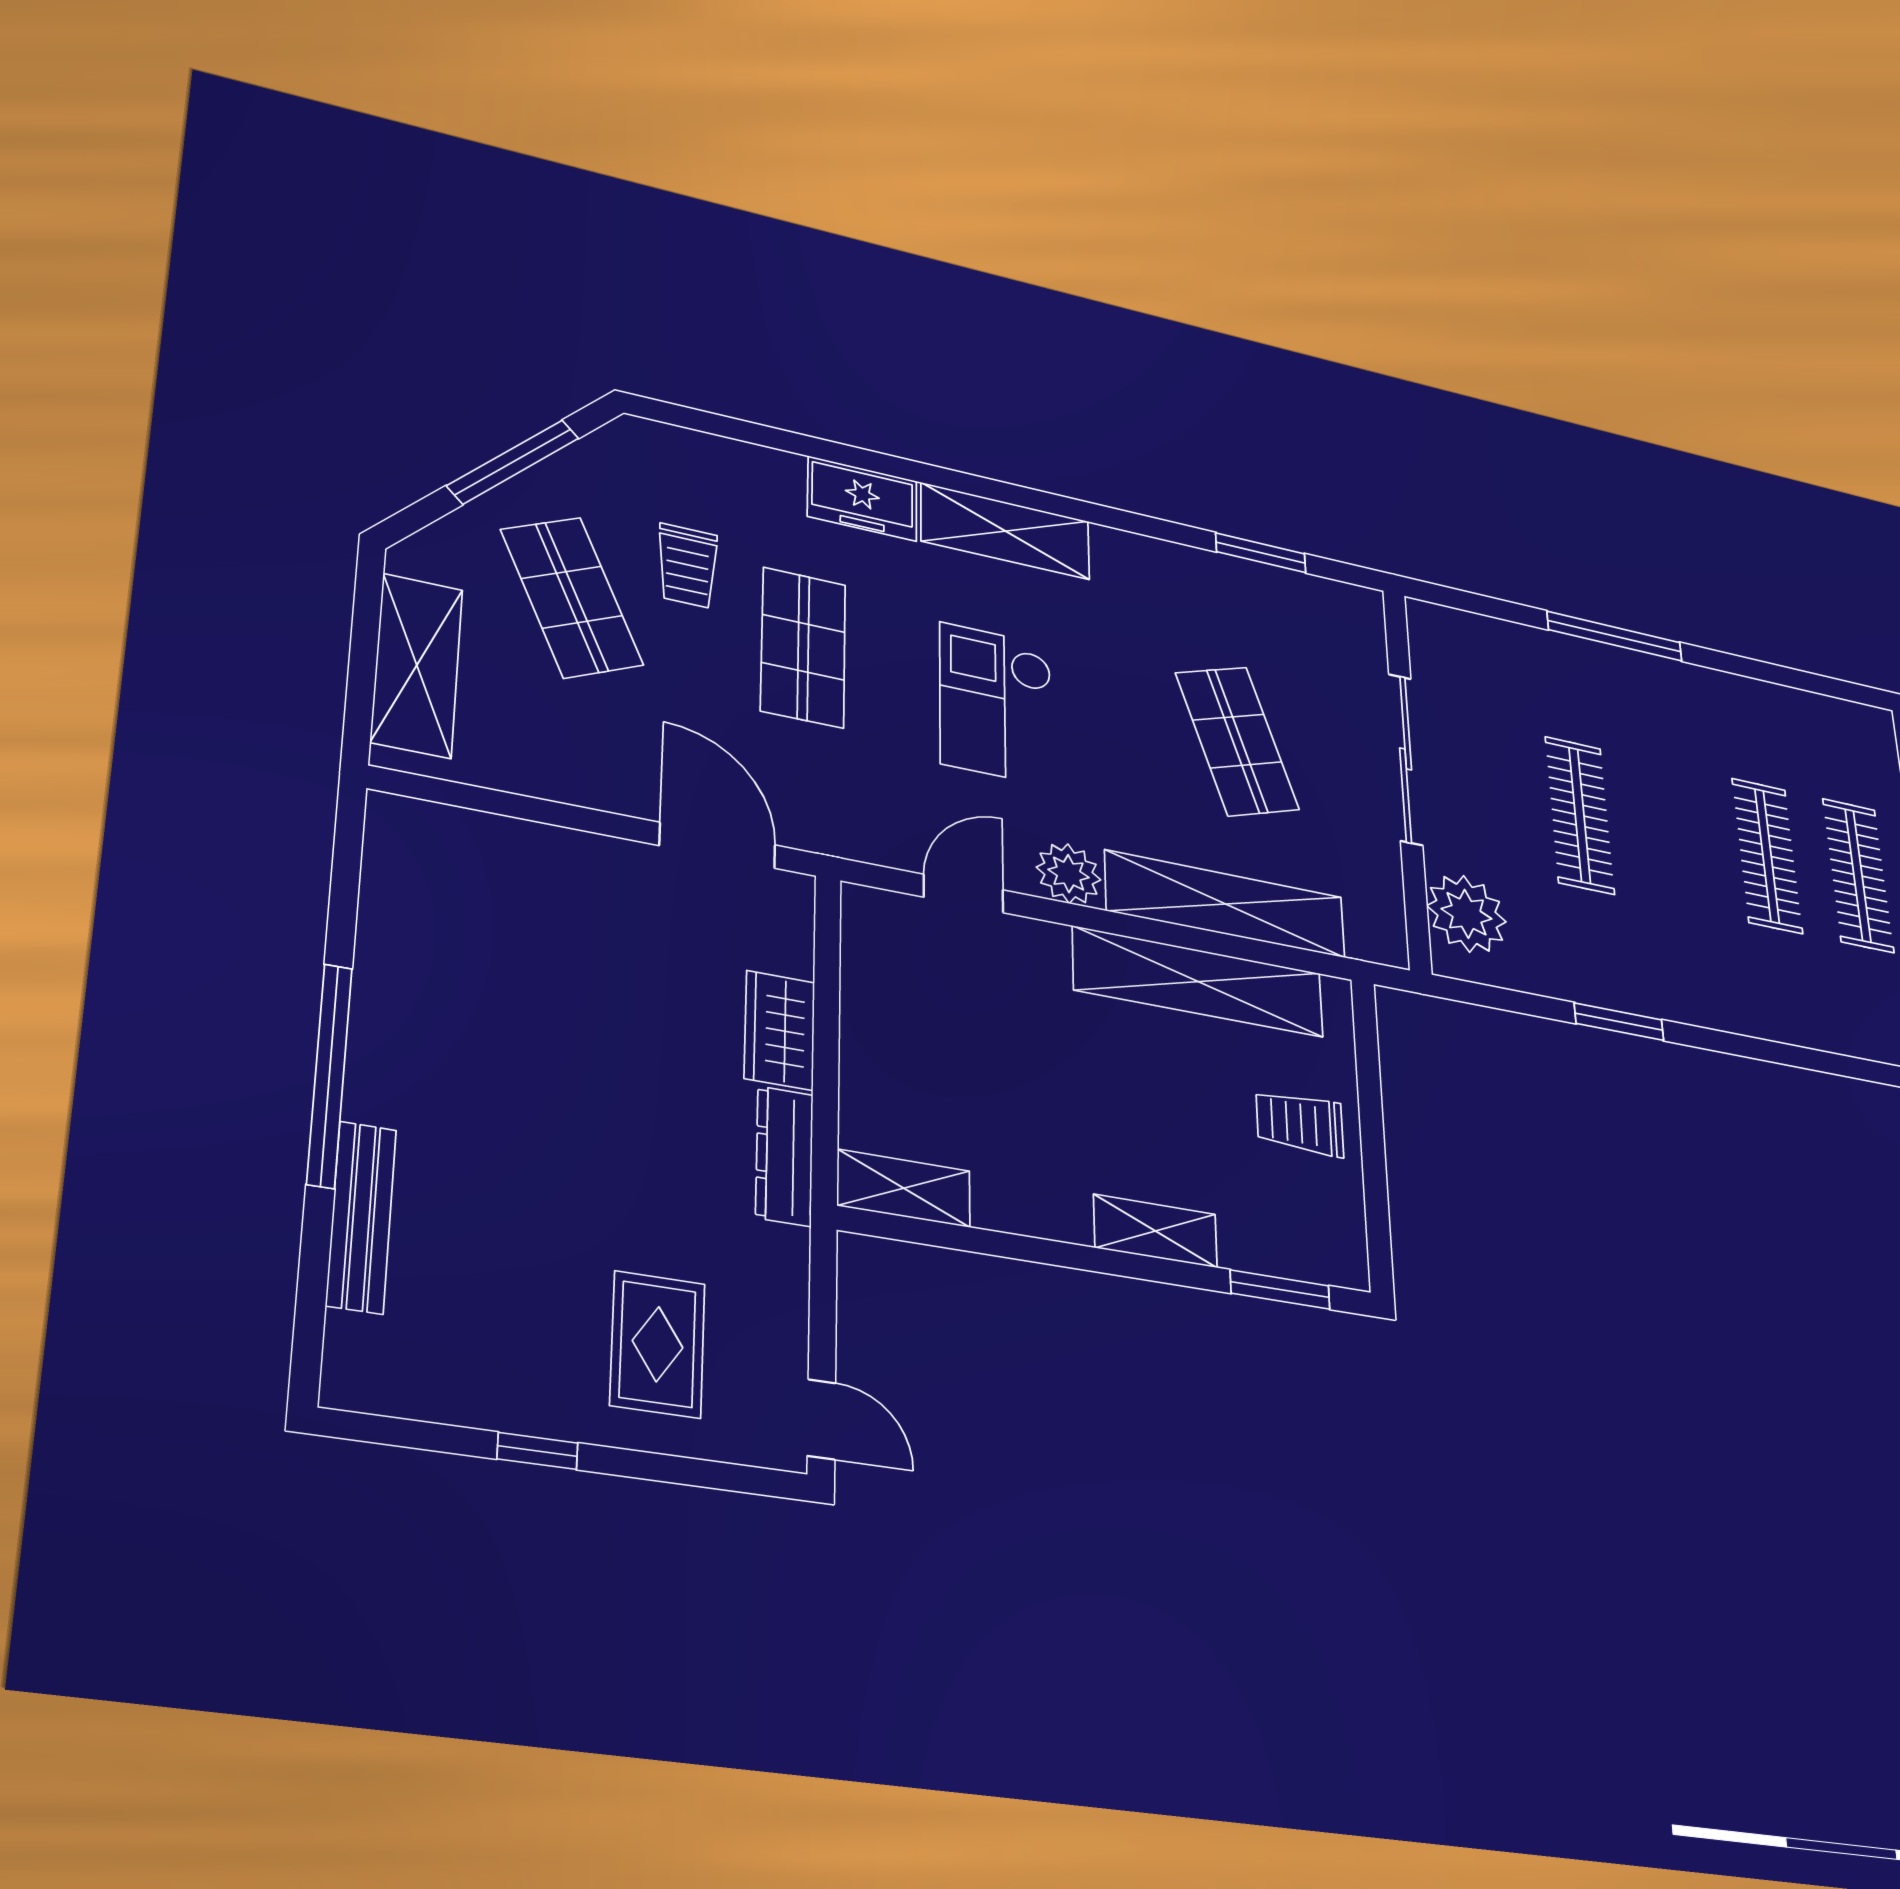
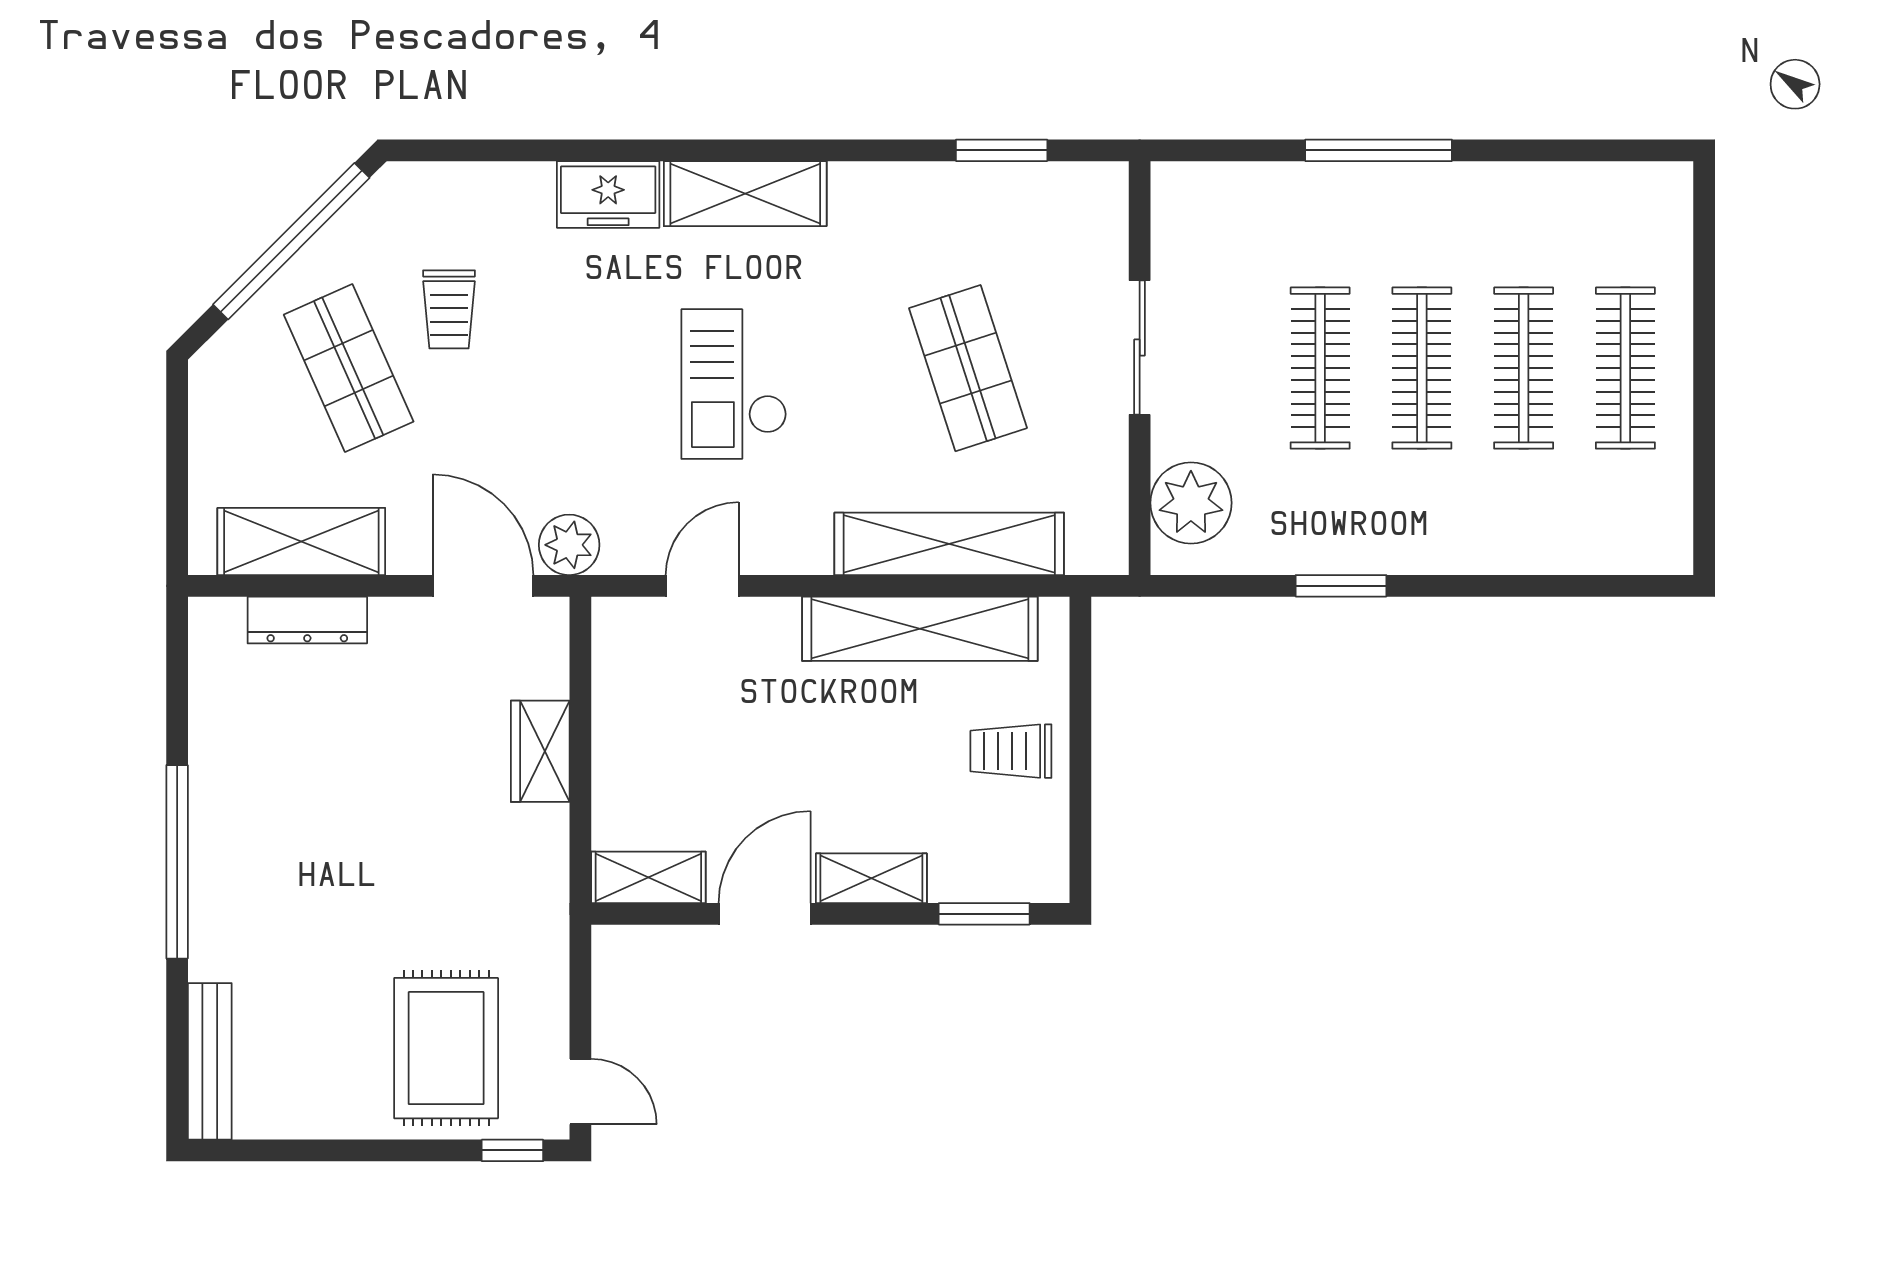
window: (513, 462) -> (291, 241), width x1.46
shop shelf: (803, 647) -> (555, 368), removed
shelving: (417, 665) -> (301, 542), moved, turned 90
sliding door: (1406, 759) -> (1140, 347), width x0.73
clothes rail: (1674, 836) -> (1422, 368), added
plant: (1069, 874) -> (569, 545), moved
dresser: (784, 1156) -> (307, 620), moved, turned -90
bench: (361, 1217) -> (210, 1061), moved
door: (1037, 1250) -> (765, 914), added
rug: (658, 1344) -> (446, 1048), width x1.36, depth x1.43
window: (537, 1451) -> (512, 1150), moved

